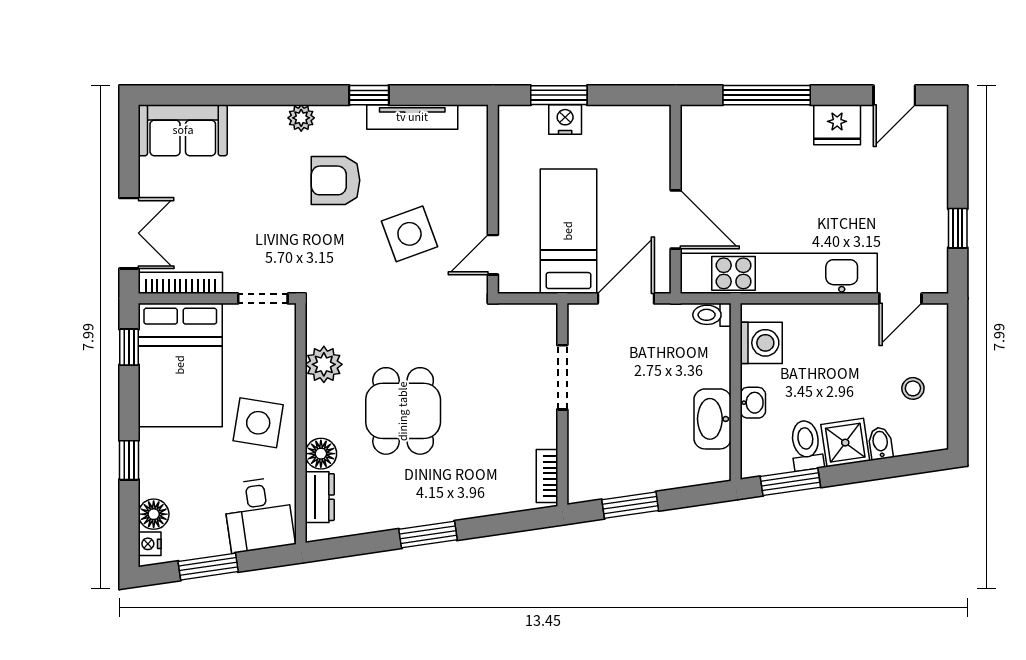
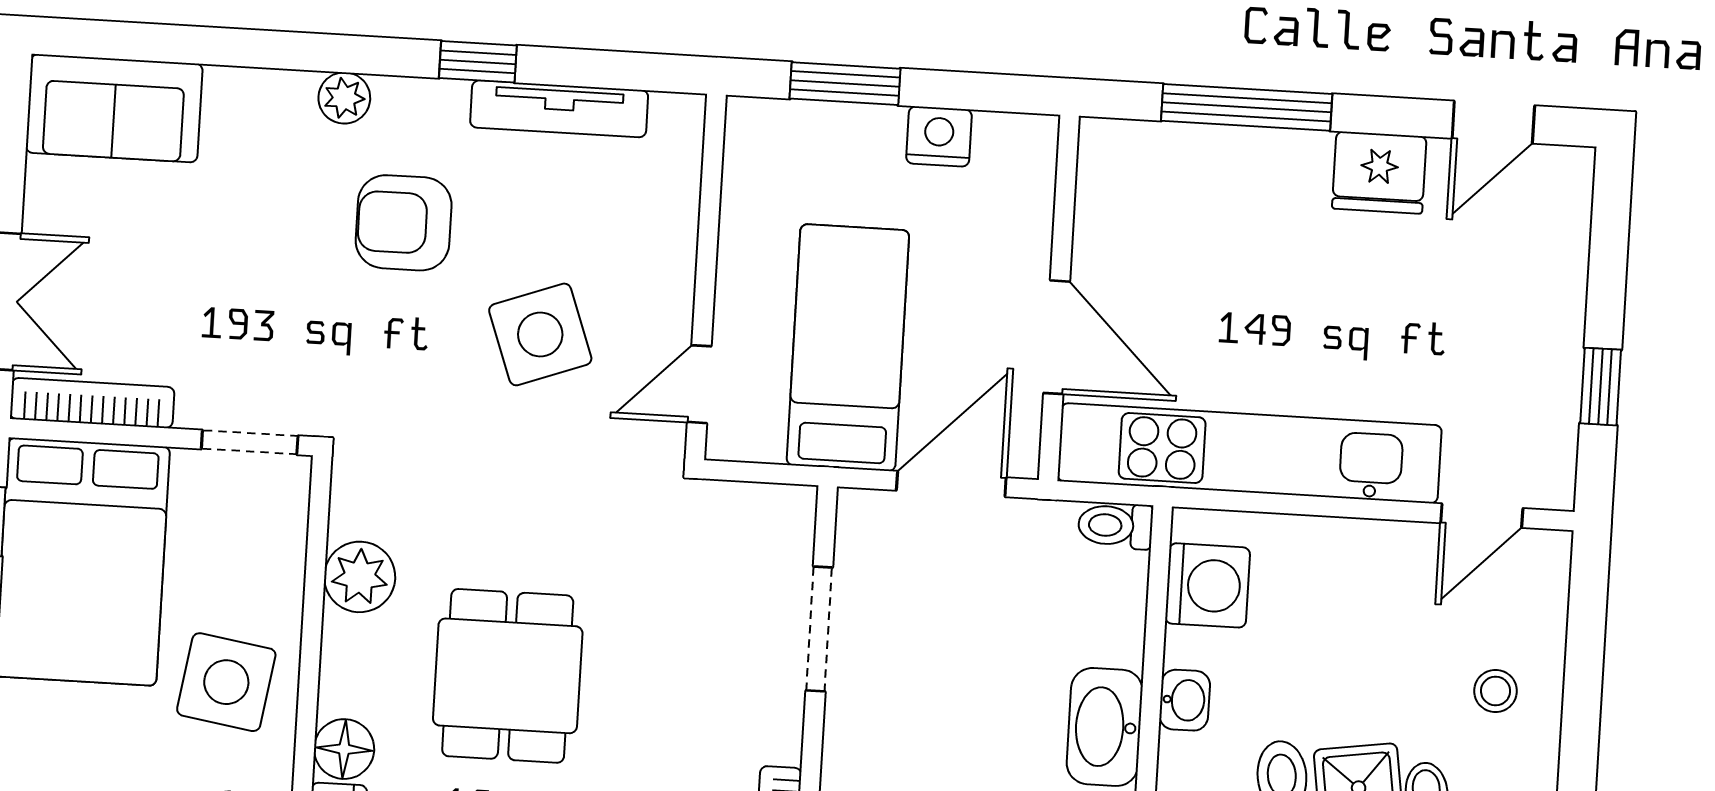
nightstand: (565, 120) -> (939, 136), moved

